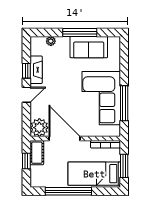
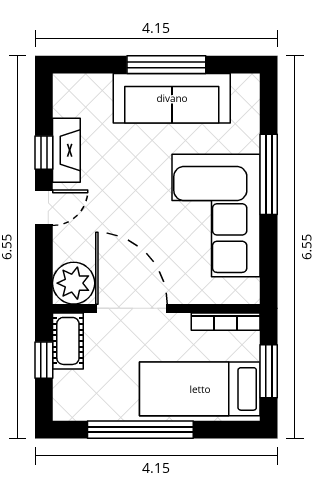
plant: (51, 41) -> (100, 84), removed
sofa: (89, 47) -> (172, 98), width x1.36
window: (124, 103) -> (269, 174), moved

